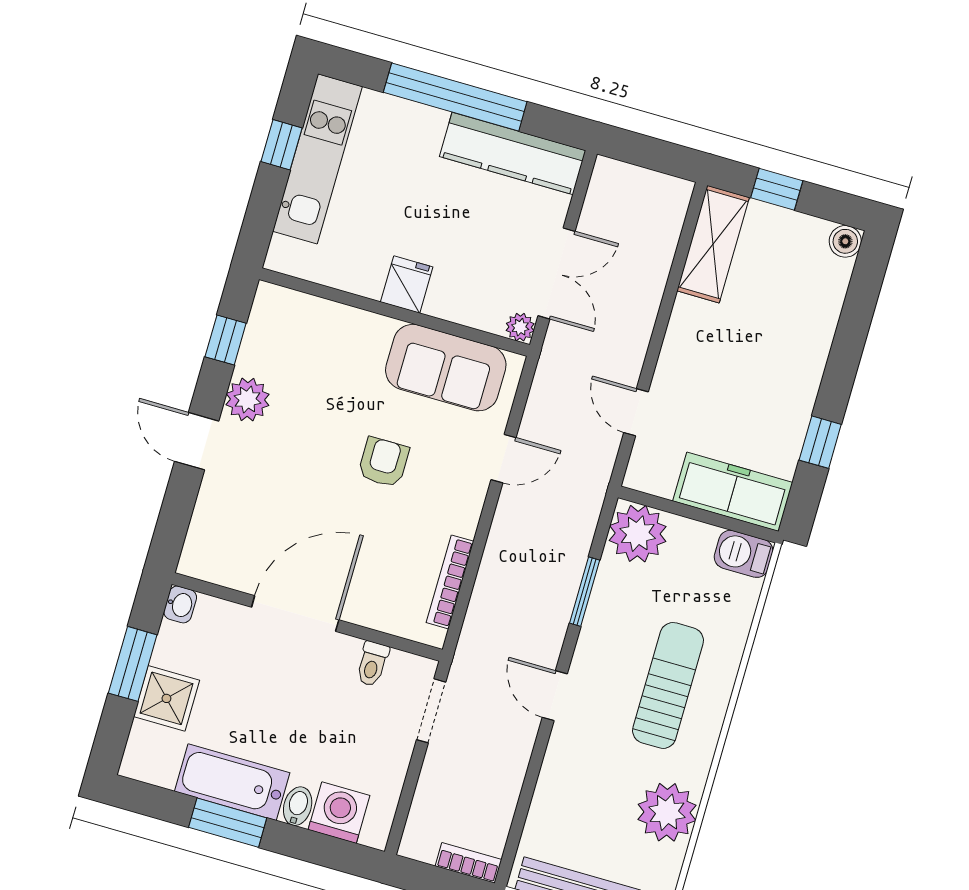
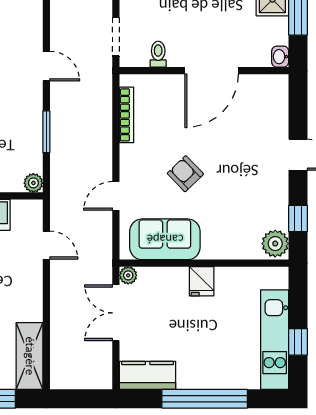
kitchen counter: (513, 154) -> (148, 375), width x0.67
plant: (247, 400) -> (275, 244), moved
armchair: (384, 462) -> (185, 174), turned 136
plant: (638, 534) -> (33, 183), width x0.53, depth x0.53

